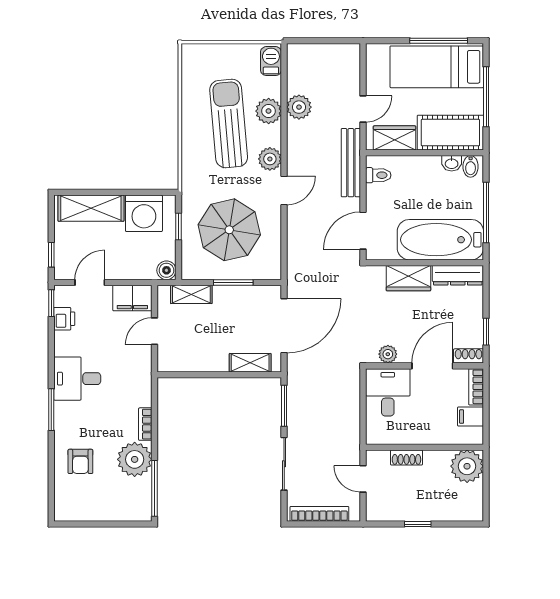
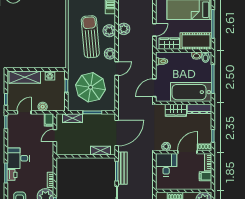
bench: (351, 163) -> (122, 168), moved
washing machine: (144, 213) -> (50, 75), width x0.53, depth x0.53
boiler: (166, 270) -> (43, 107), moved
filing cabinet: (132, 298) -> (49, 120), width x0.50
printer: (64, 319) -> (12, 175), moved

